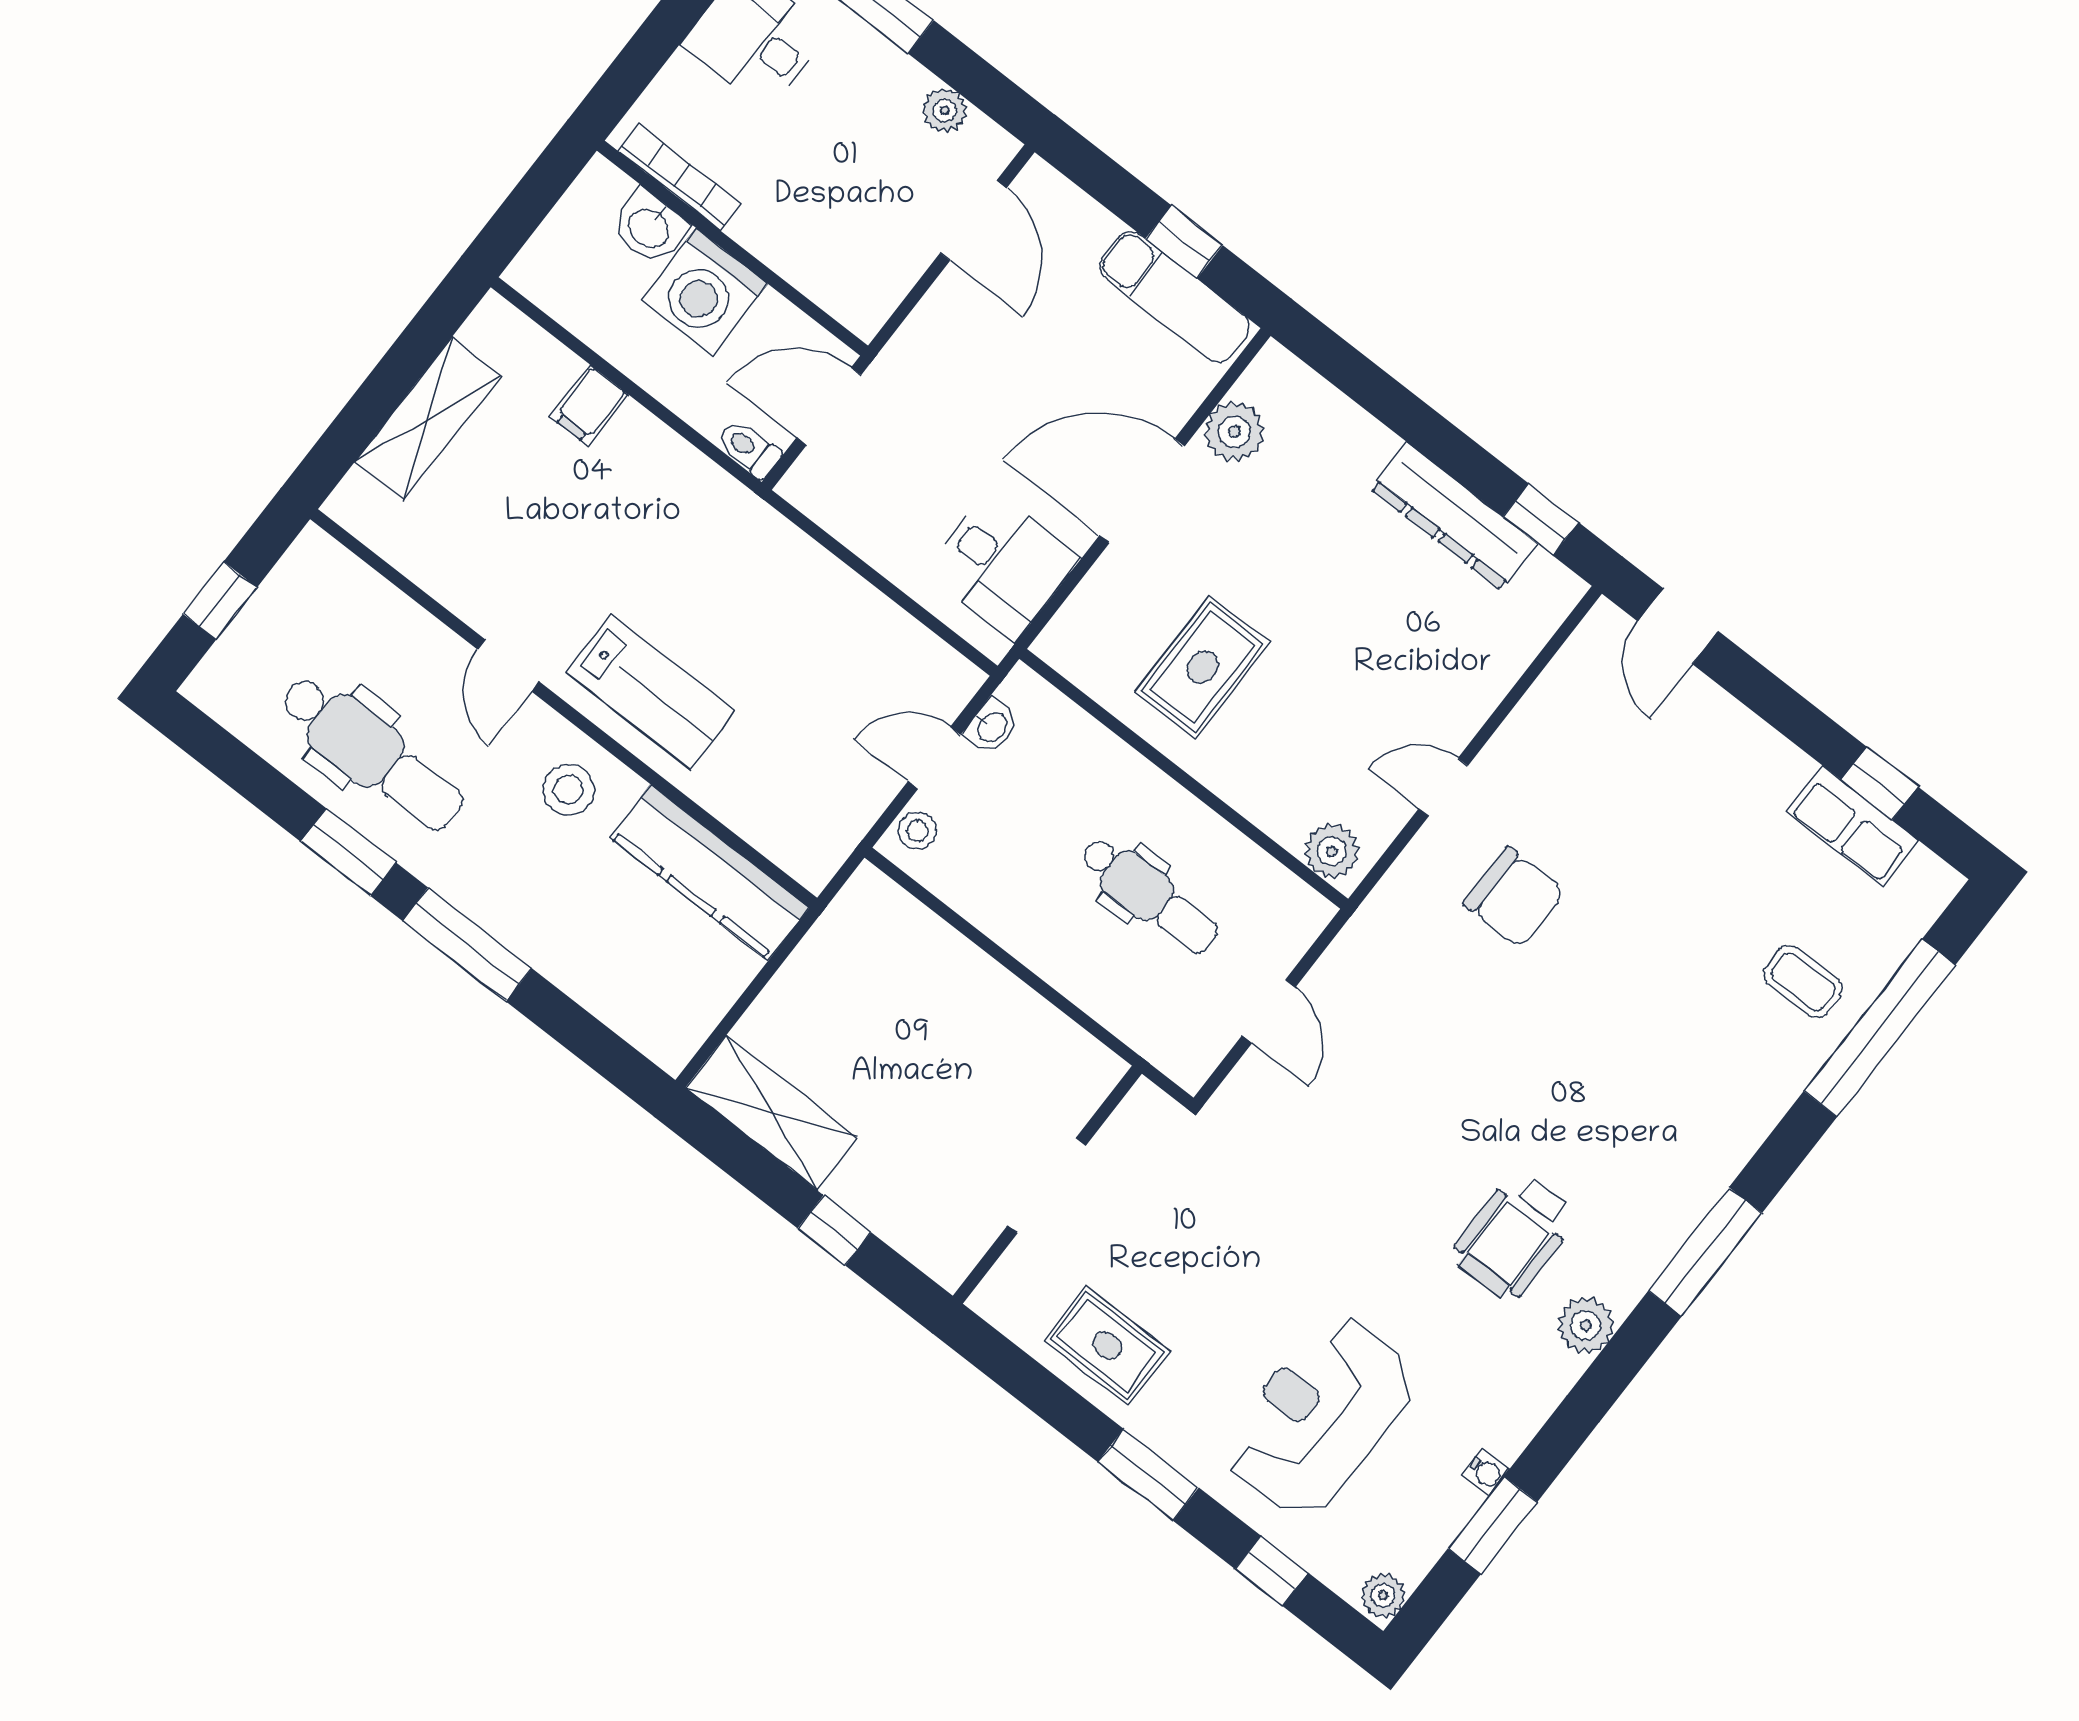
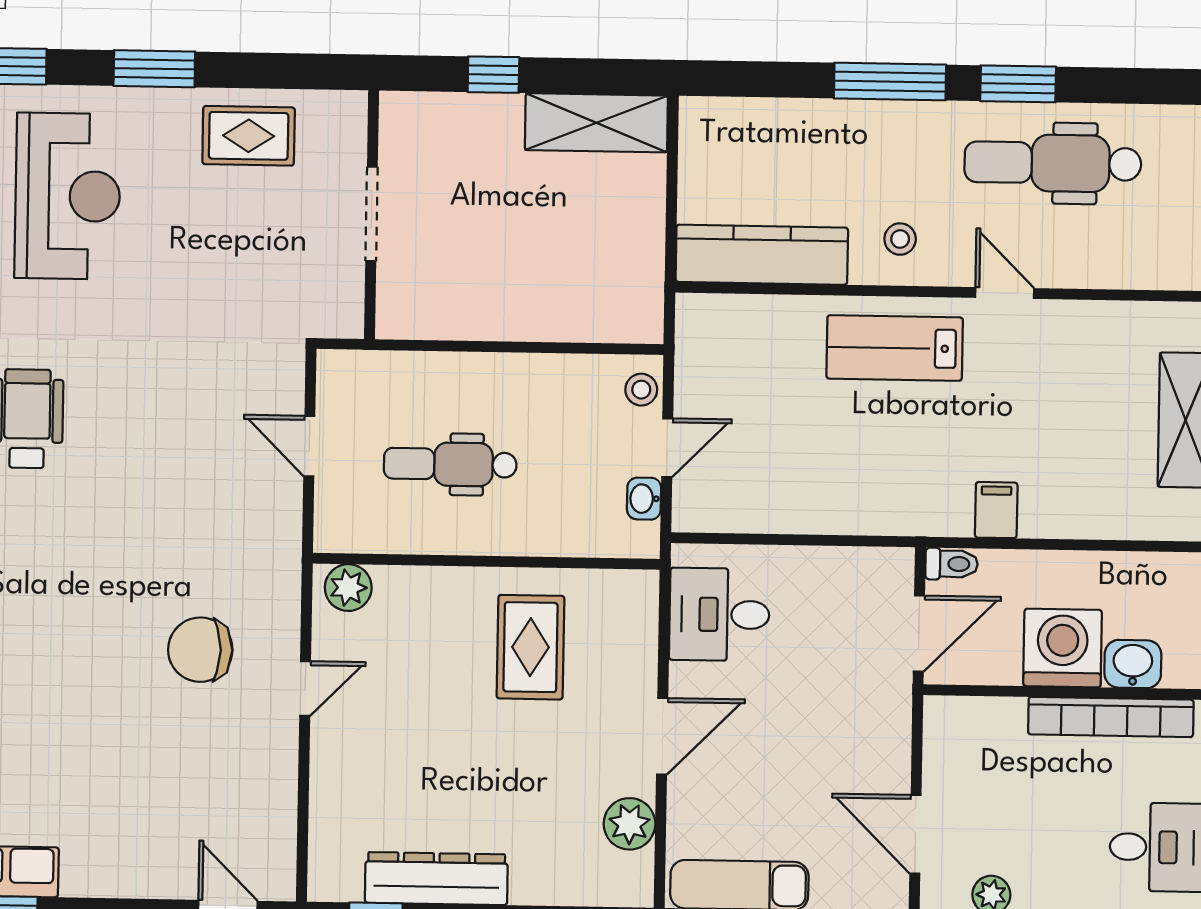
bookcase: (680, 178) -> (1111, 717), width x1.48, depth x1.31
filing cabinet: (589, 405) -> (996, 510), moved
door: (1142, 491) -> (662, 736), width x0.73
stool: (569, 790) -> (900, 239), width x0.73, depth x0.73

